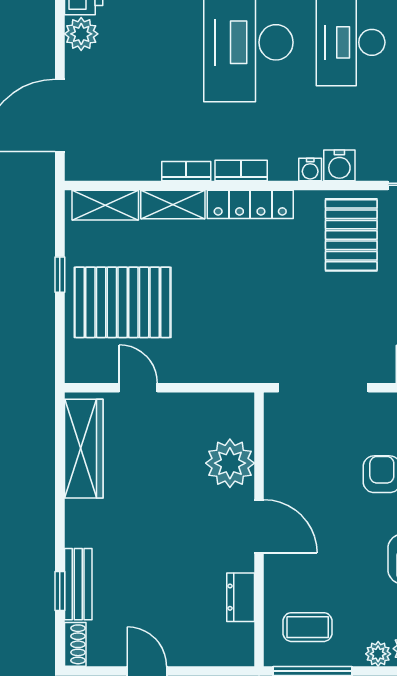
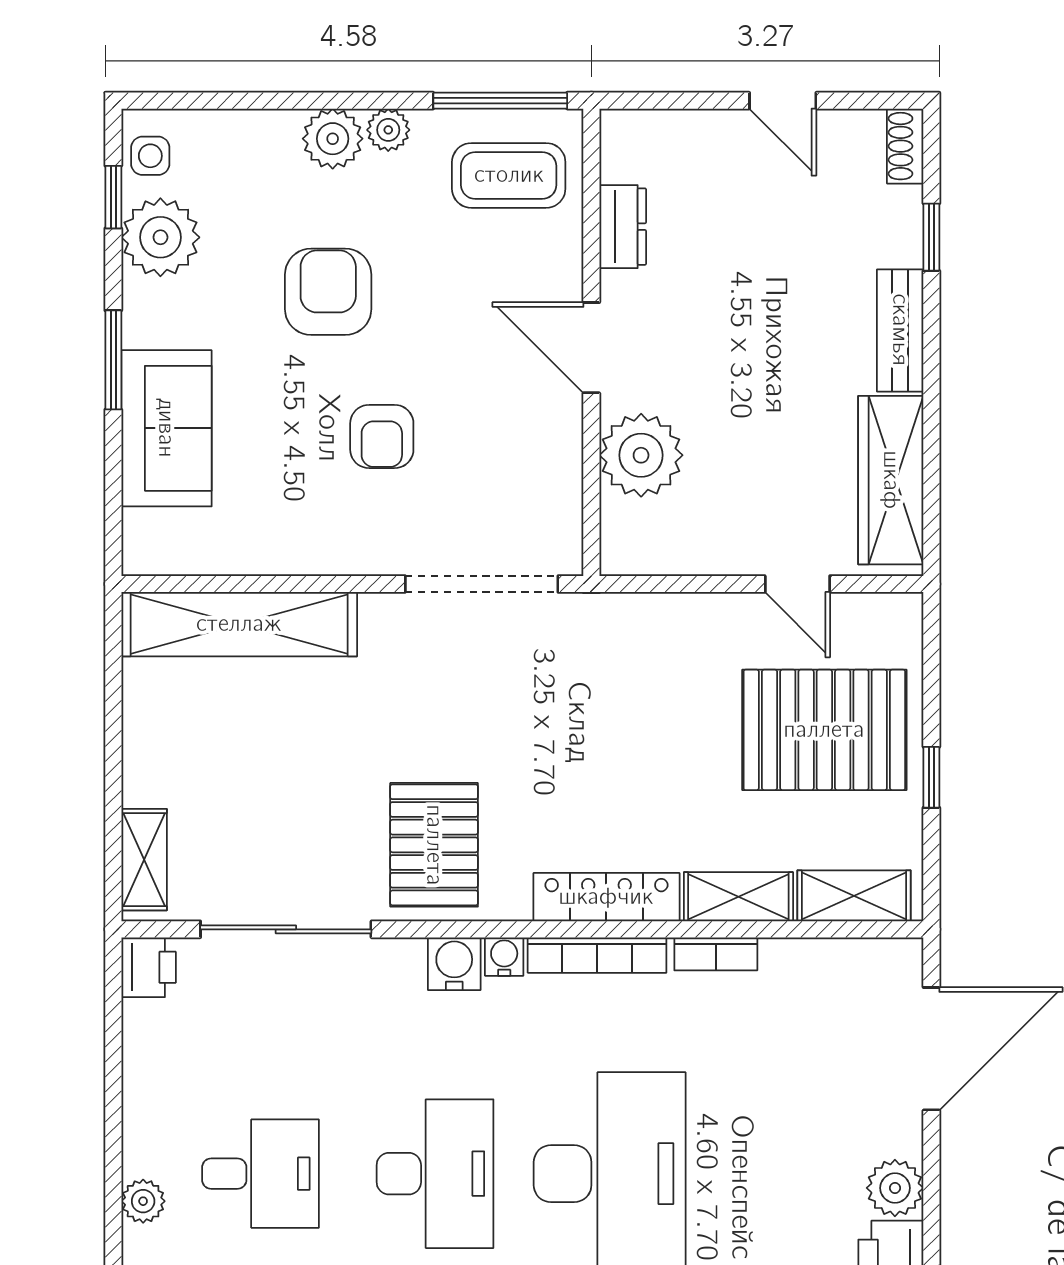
bookcase: (241, 170) -> (597, 955), width x1.56
bench: (78, 584) -> (900, 330), moved
coffee table: (308, 627) -> (509, 175), width x1.36, depth x1.30

